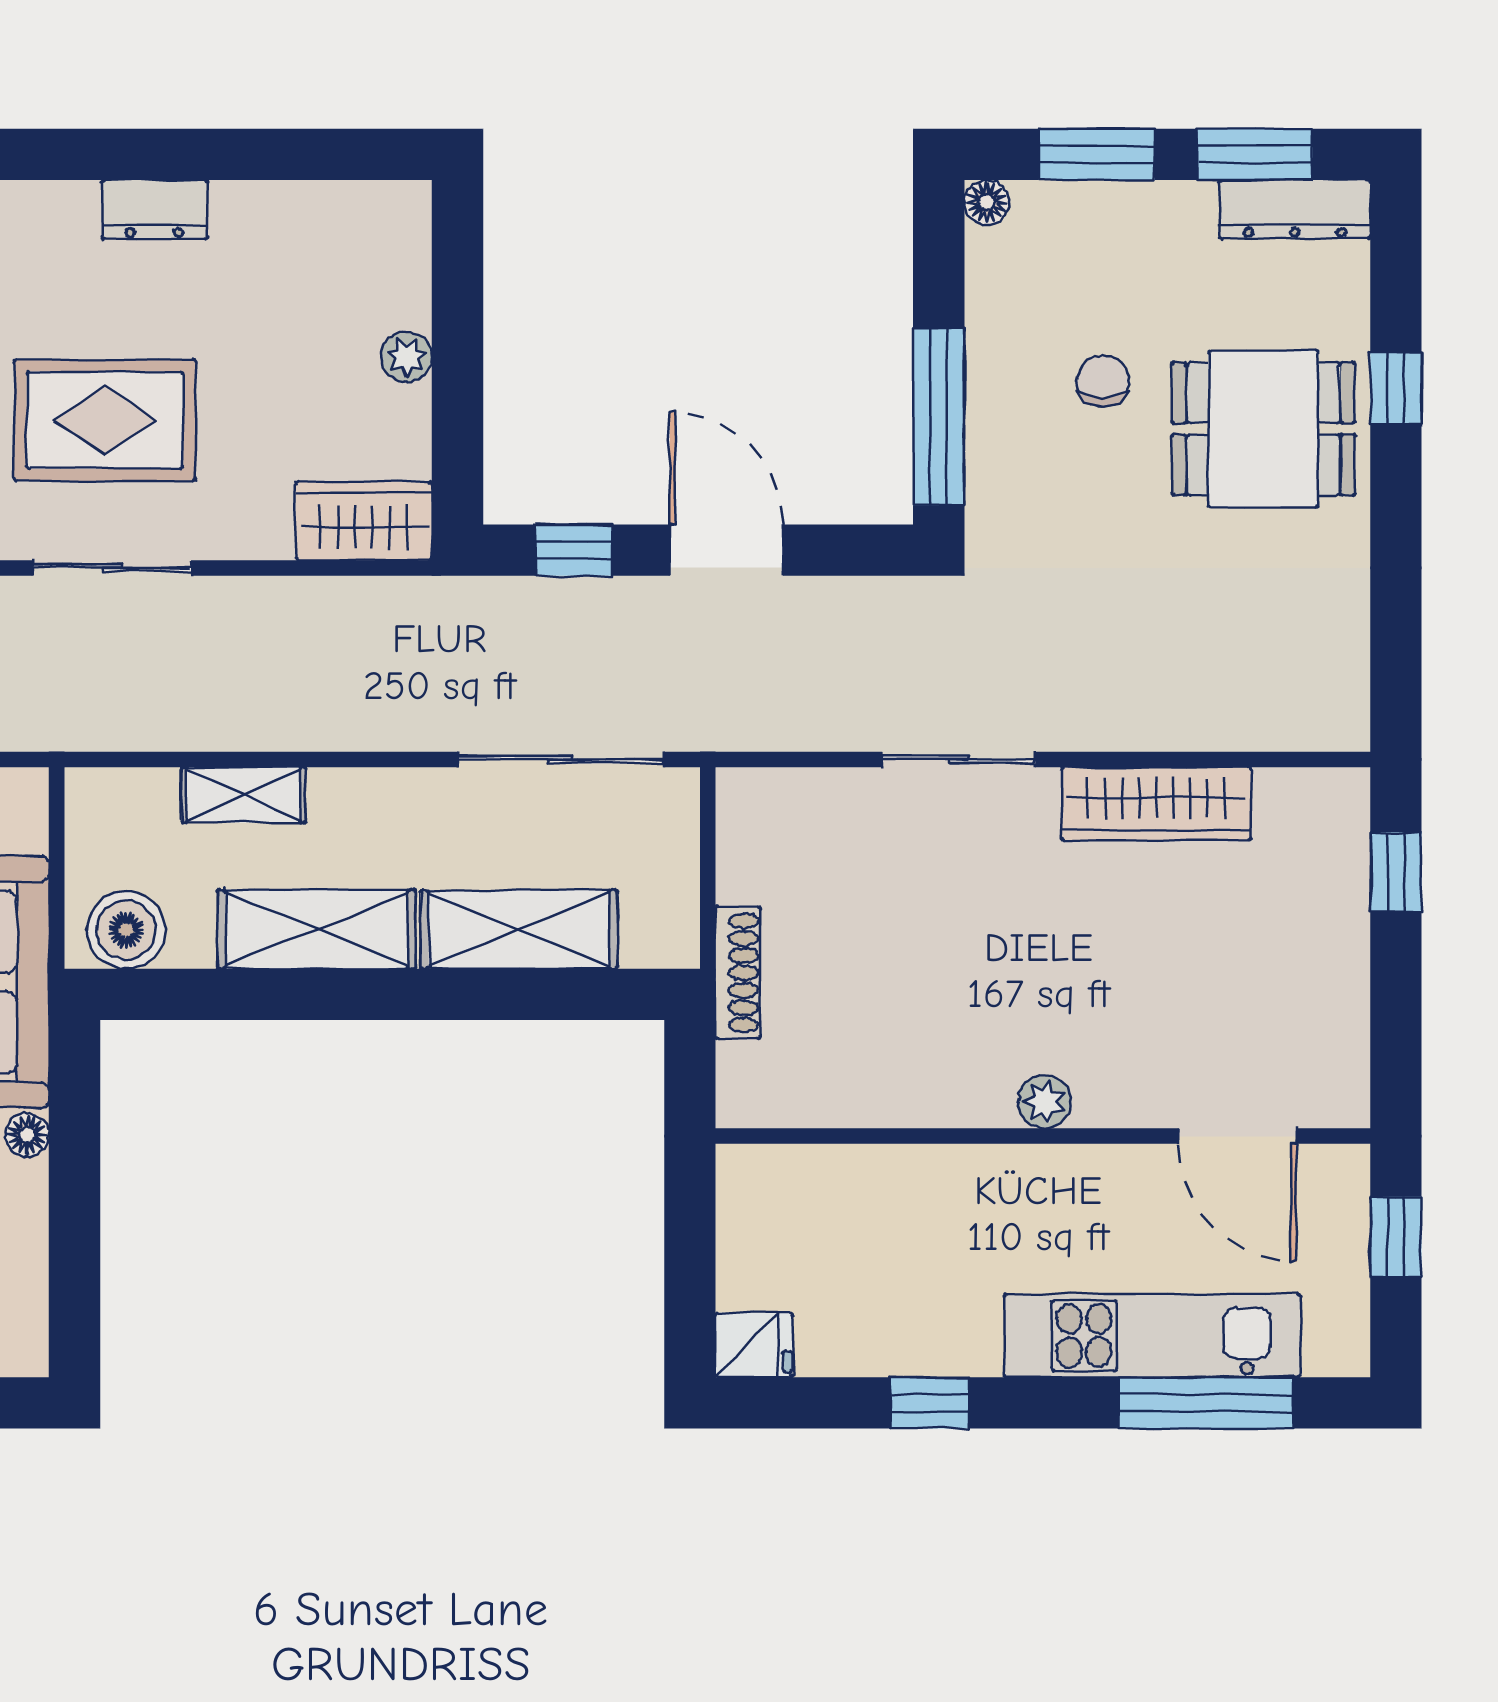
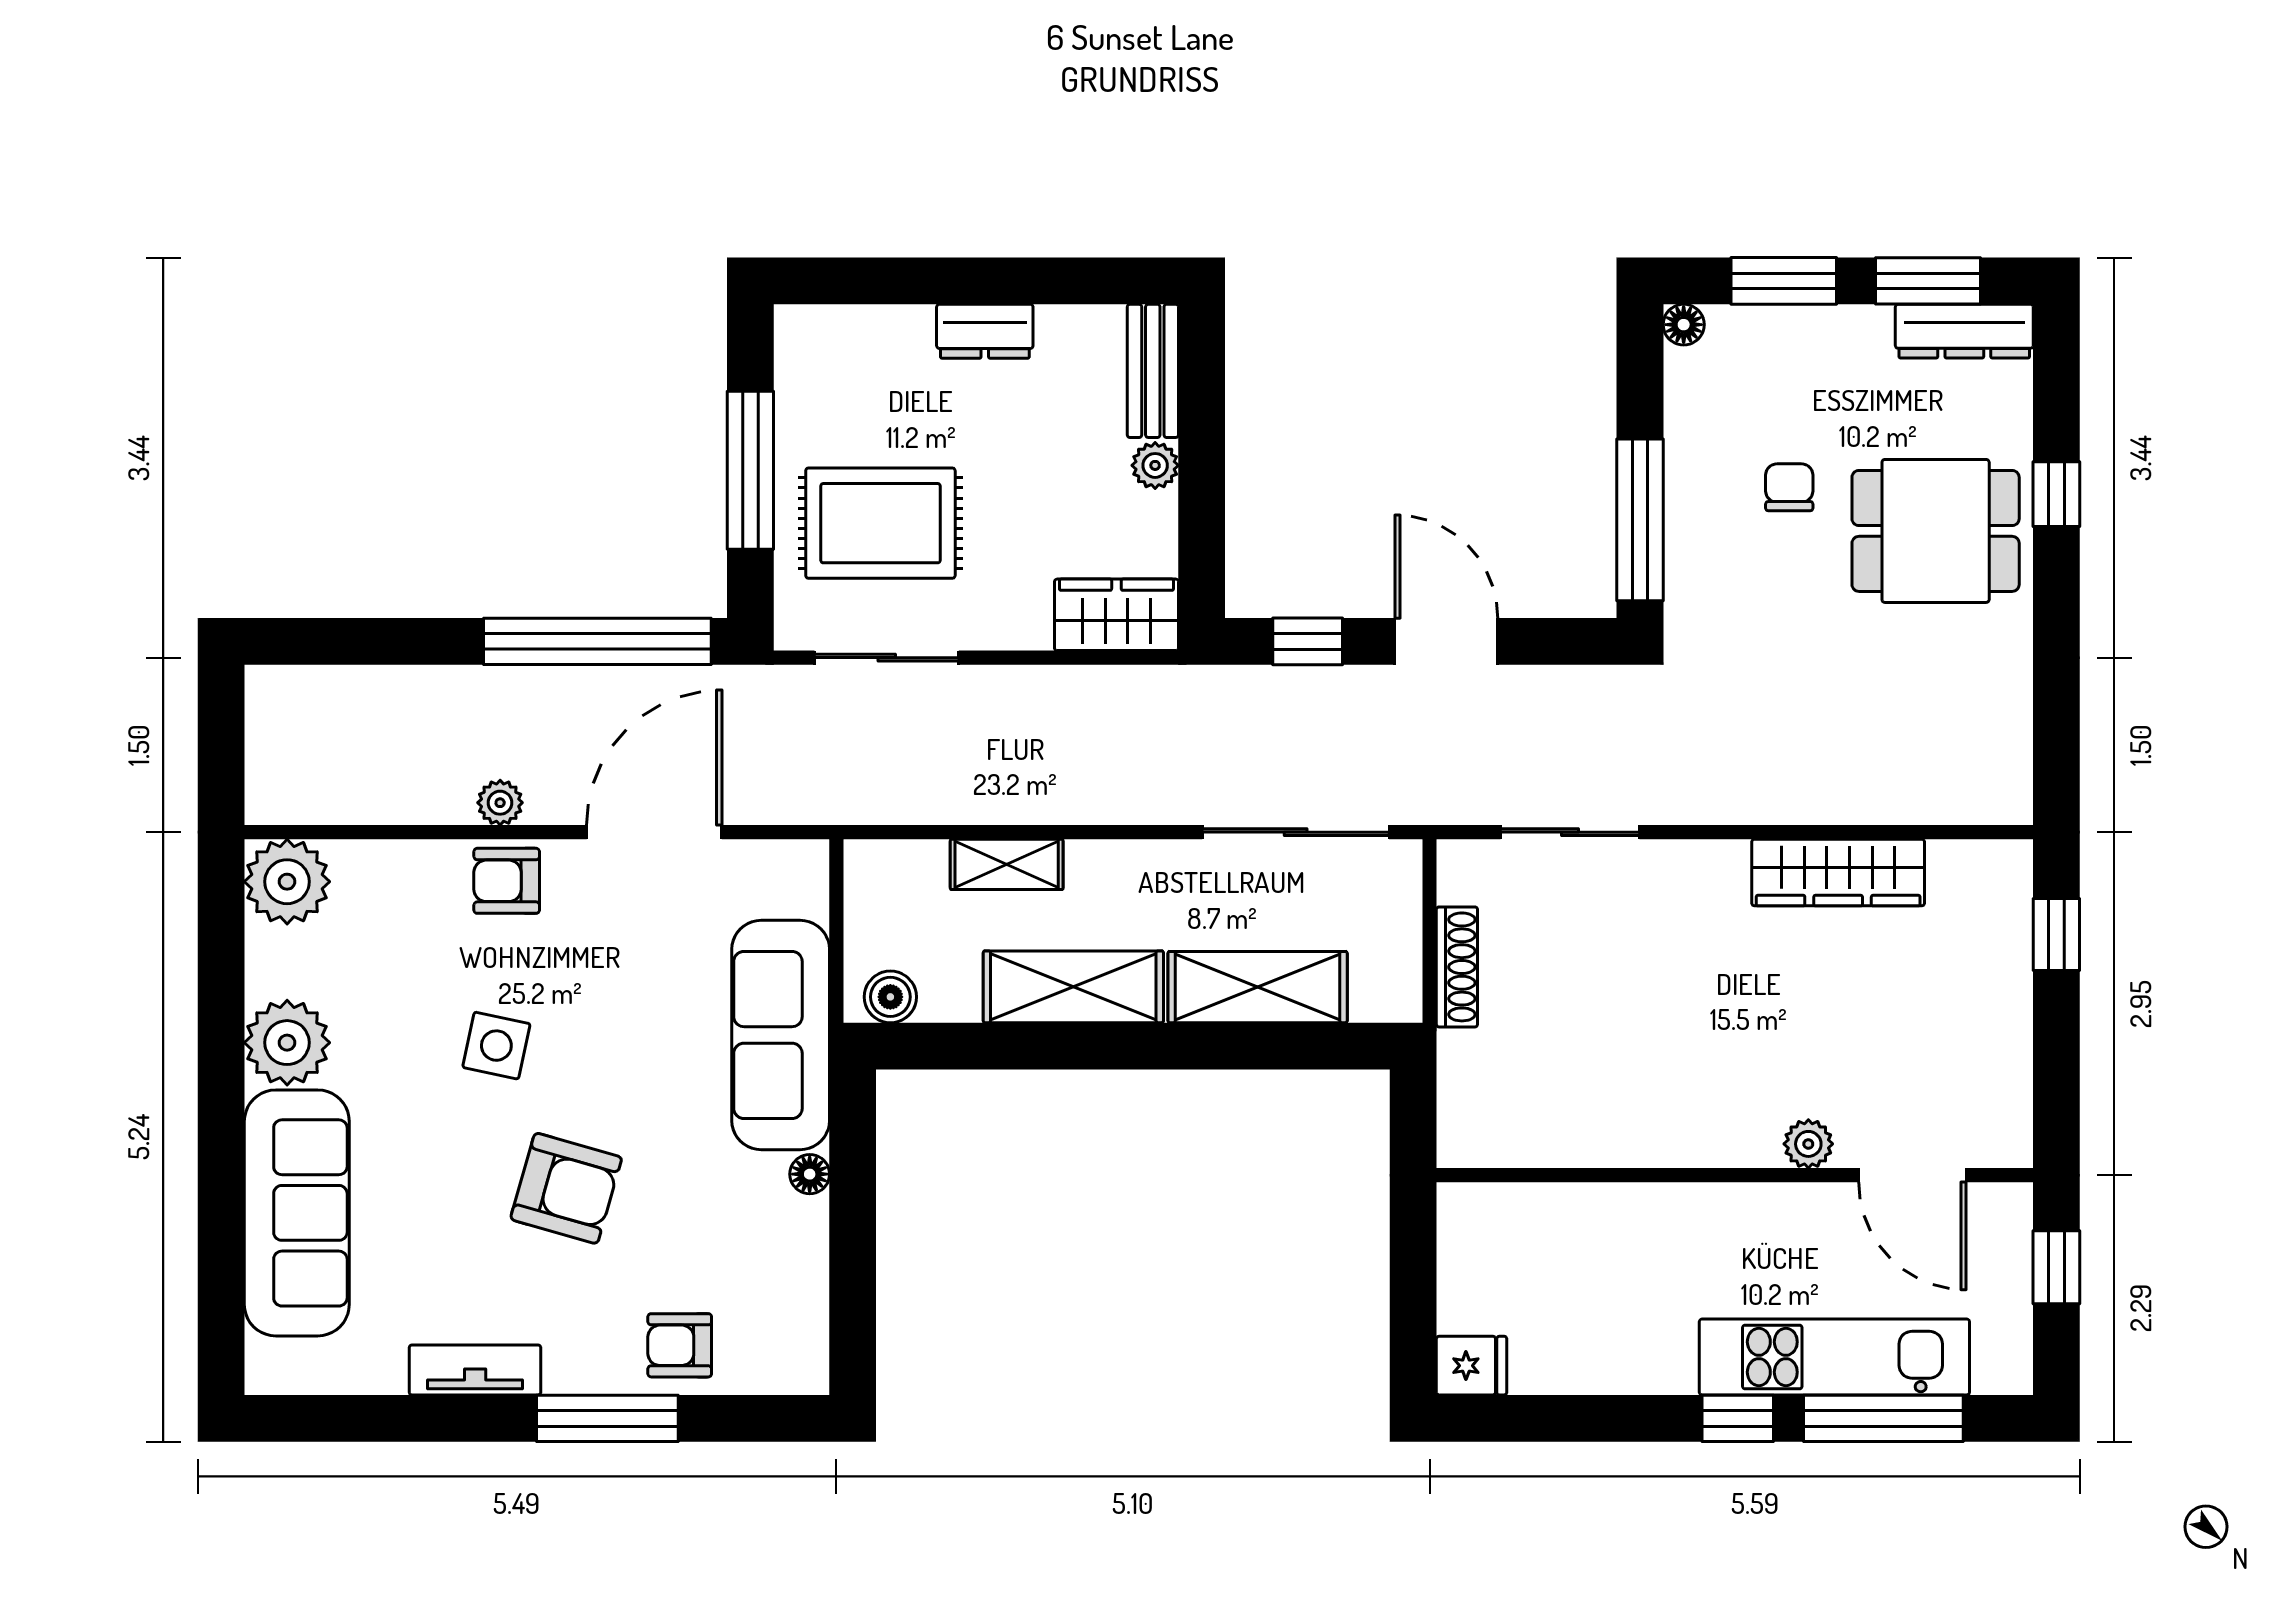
dresser: (154, 210) -> (985, 331), moved
bench: (404, 253) -> (1153, 371), added
sliding door: (959, 759) -> (1570, 832), moved
boiler: (126, 930) -> (890, 997), width x0.73, depth x0.73
shoe rack: (738, 973) -> (1457, 967), moved
plant: (1045, 1102) -> (1808, 1144), moved
window: (930, 1403) -> (1738, 1418), moved

